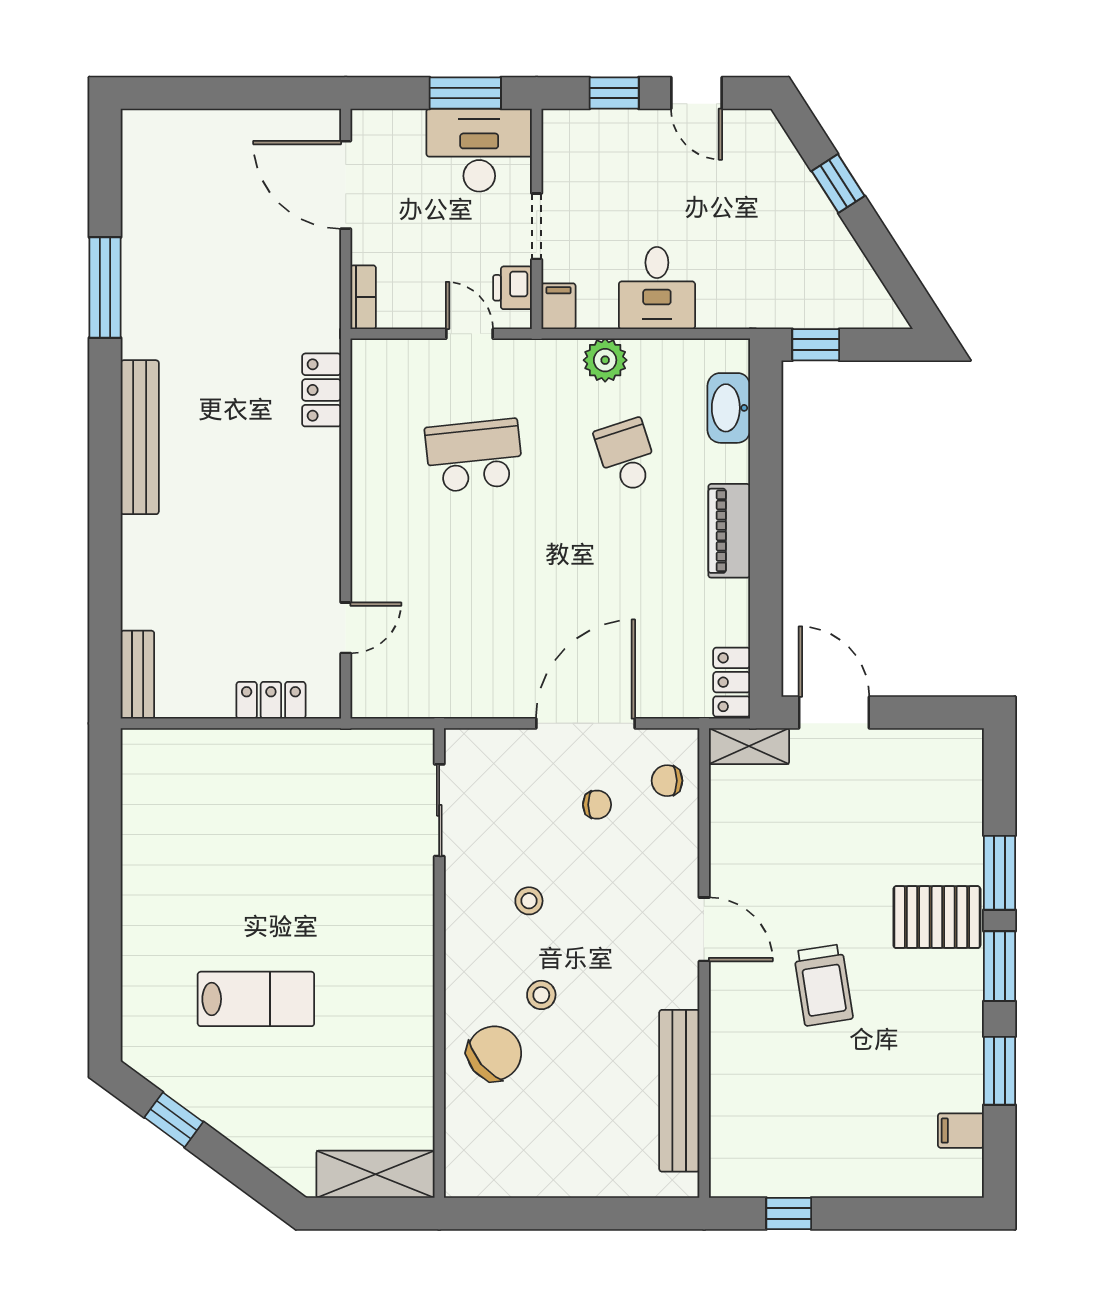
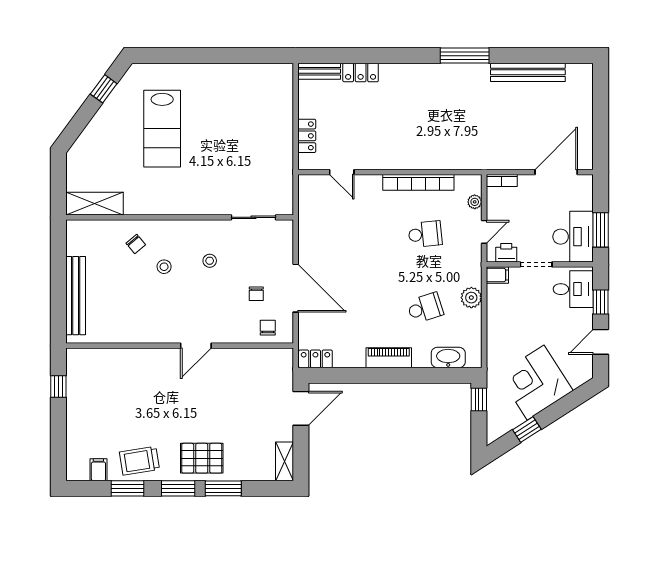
window: (838, 183) -> (527, 430), moved
corner desk: (781, 227) -> (536, 383), added
window: (105, 288) -> (465, 56), moved
desk: (657, 288) -> (573, 289), moved, turned 180
plant: (407, 353) -> (475, 202), added
locker: (322, 390) -> (361, 73), moved, turned 180
bench: (140, 437) -> (528, 72), moved
school desk: (474, 456) -> (425, 234), width x0.54
bookcase: (367, 470) -> (418, 182), added
shelving: (749, 746) -> (285, 461), moved
pallet: (937, 917) -> (202, 458), turned 90
trolley: (823, 985) -> (139, 461), moved
lab bench: (256, 999) -> (162, 129), width x1.36, depth x1.39
chair: (494, 1053) -> (136, 244), width x0.54, depth x0.54
bench: (679, 1091) -> (76, 296), moved, turned 90
shelving: (375, 1174) -> (94, 204), moved, turned 90

